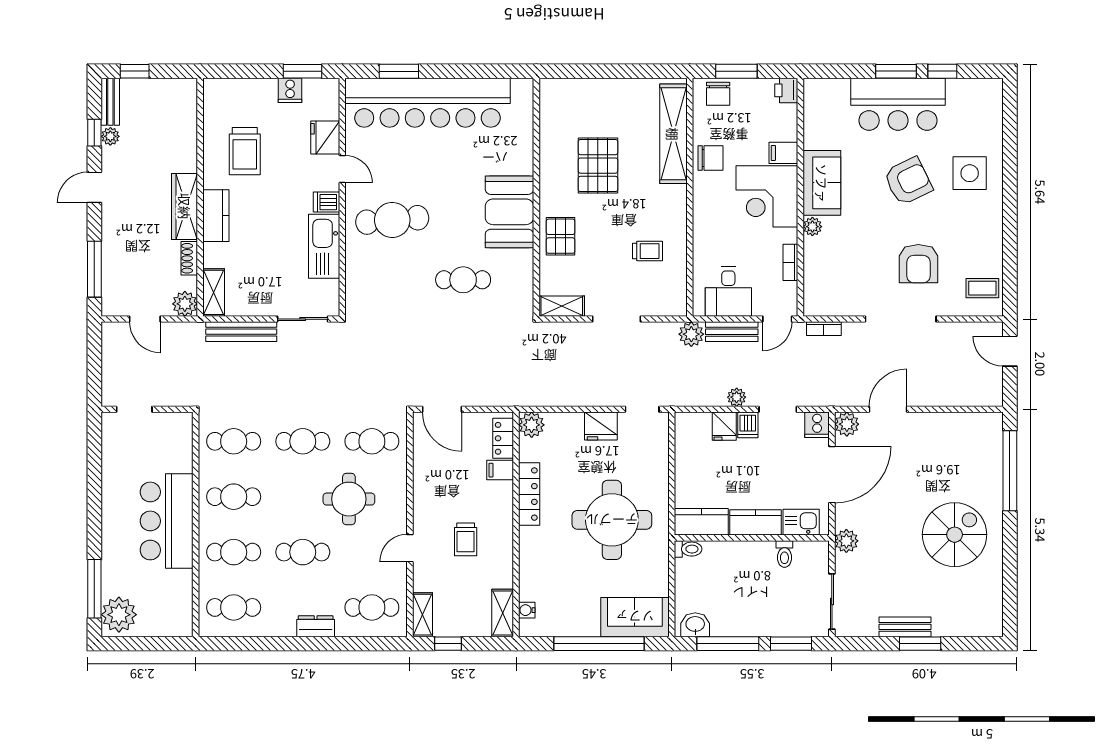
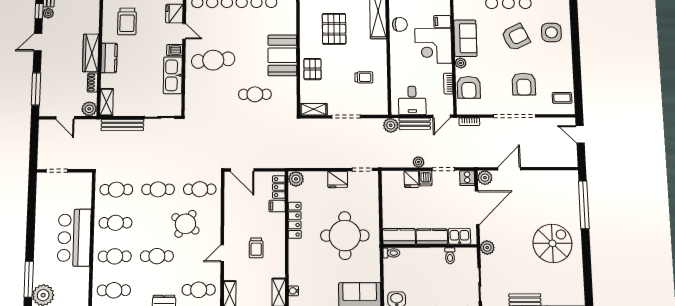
armchair: (825, 269) -> (469, 87), added
round table: (349, 499) -> (185, 224), turned 34

